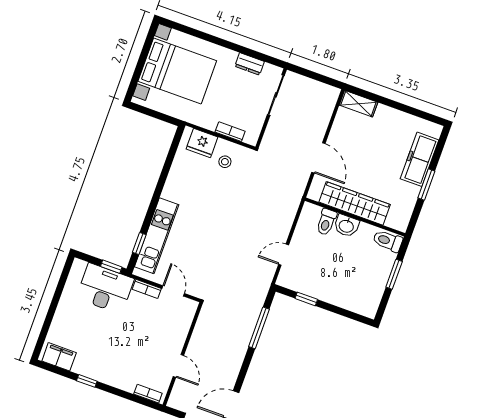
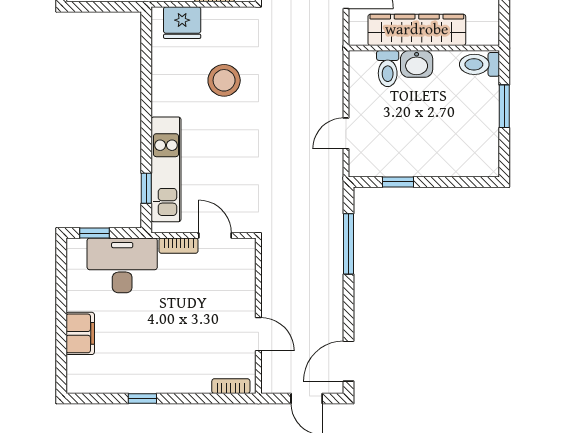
stool: (225, 162) -> (224, 80), moved, width x1.89, depth x1.89
window: (111, 267) -> (94, 233), moved
filing cabinet: (59, 357) -> (80, 333), moved, turned 90

